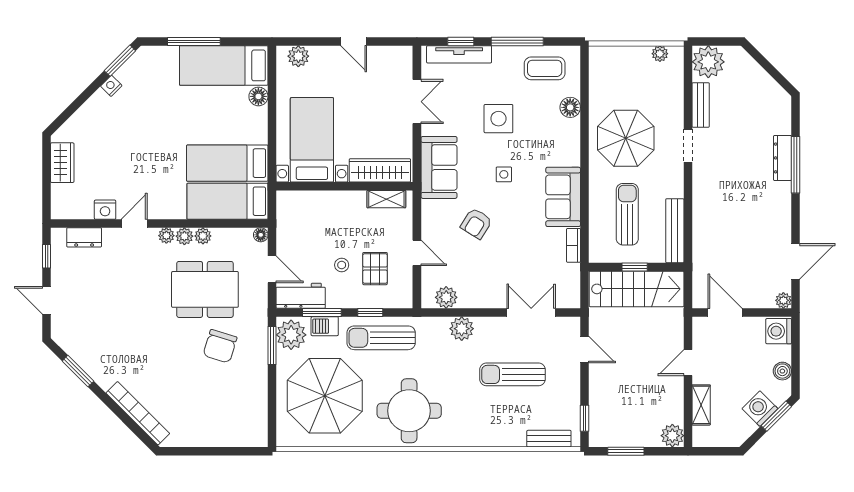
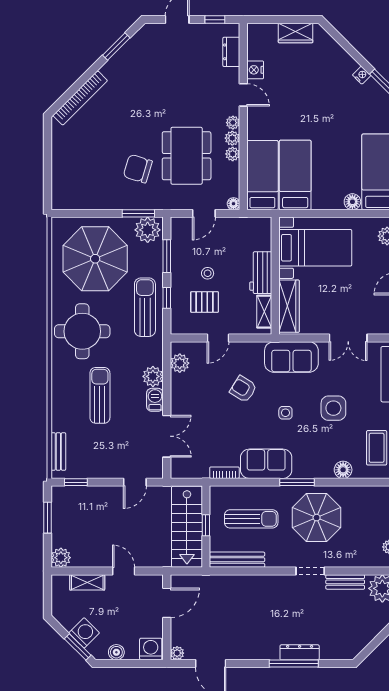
window: (584, 161) -> (297, 482), added
workbench: (301, 296) -> (261, 273), moved, turned 180
barbecue: (325, 326) -> (155, 400), moved
sun lounger: (513, 374) -> (100, 395), moved

